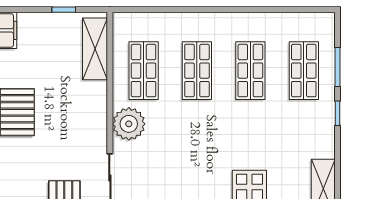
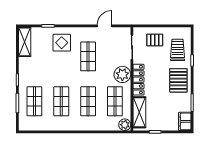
plant: (124, 24) -> (125, 125), added
locker: (97, 114) -> (138, 80), added
shop shelf: (197, 160) -> (88, 56), added
trolley: (19, 173) -> (177, 50), added

